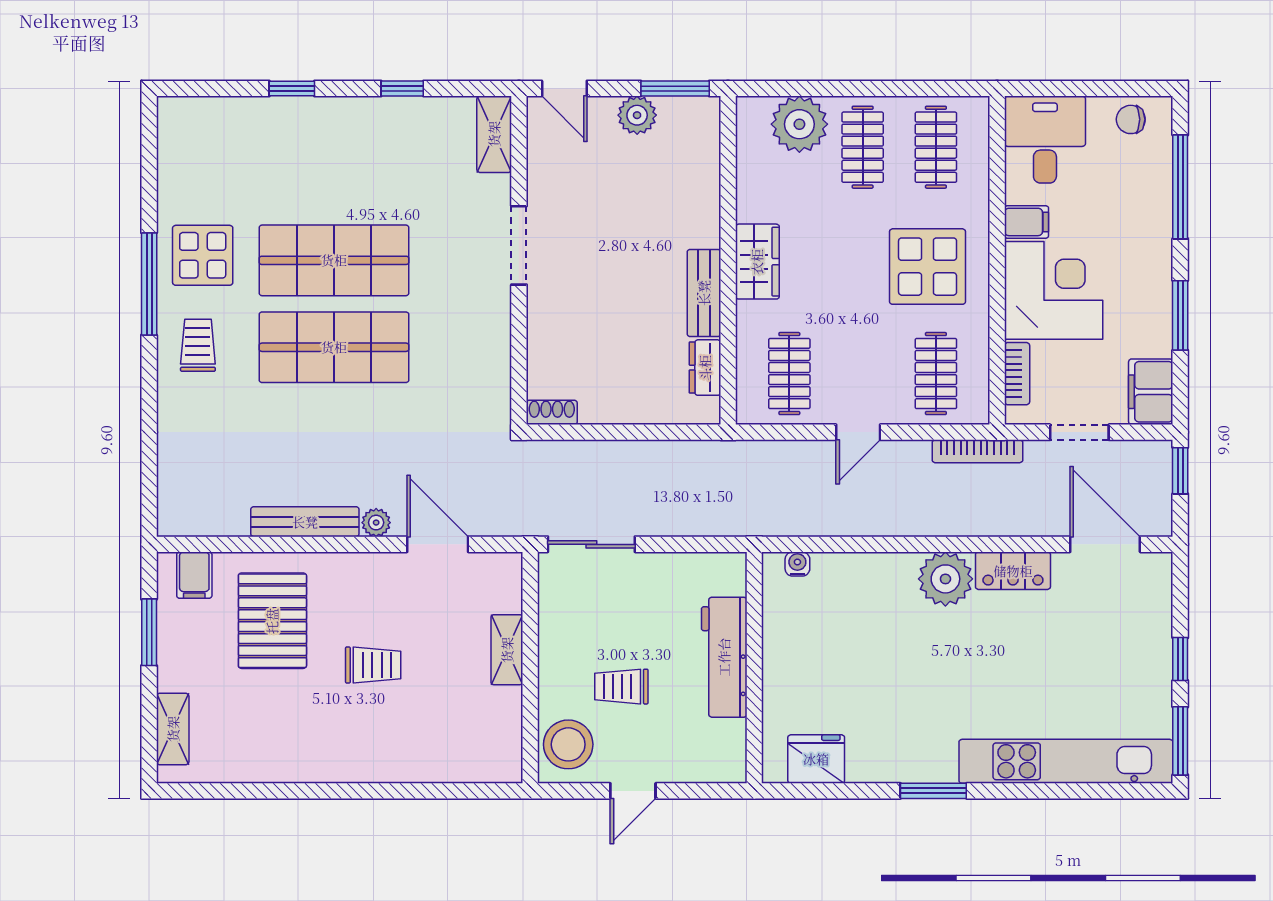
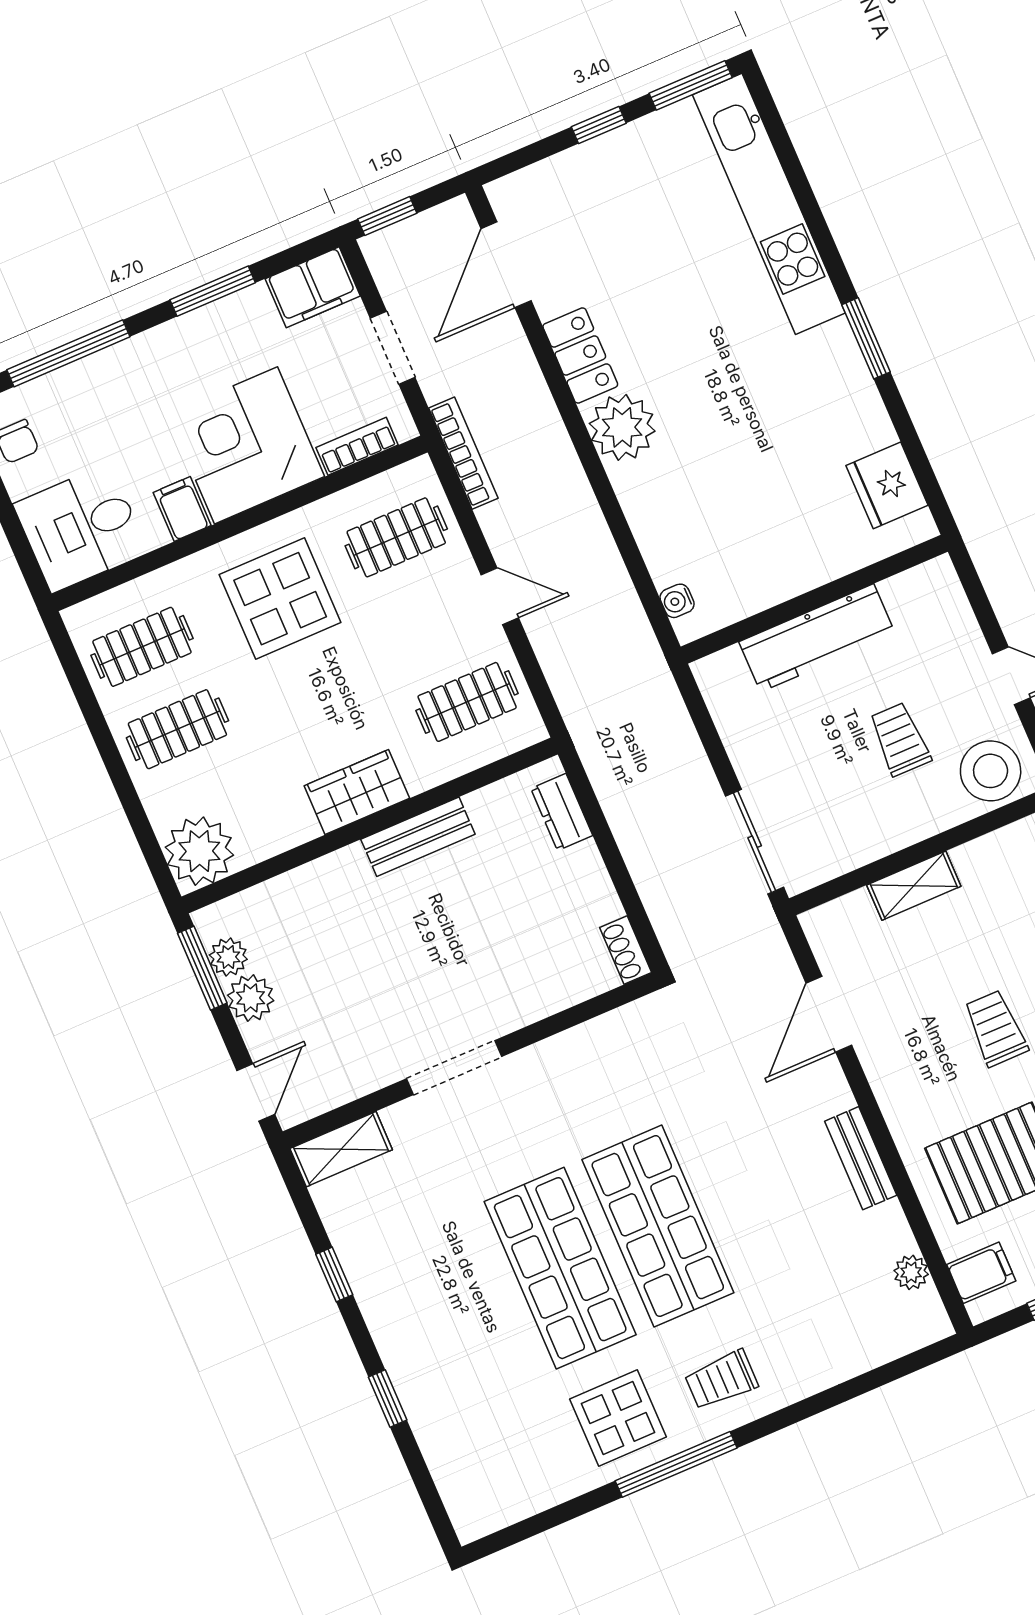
plant: (675, 112) -> (228, 957), added
plant: (799, 124) -> (199, 851), moved
dresser: (705, 368) -> (562, 812), moved, turned 90
bench: (305, 522) -> (861, 1158), width x0.73
plant: (376, 523) -> (911, 1272), moved
trolley: (621, 687) -> (900, 739), turned 180

